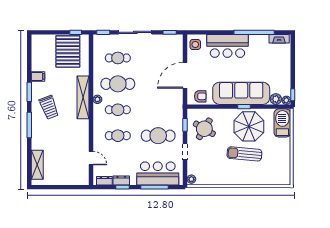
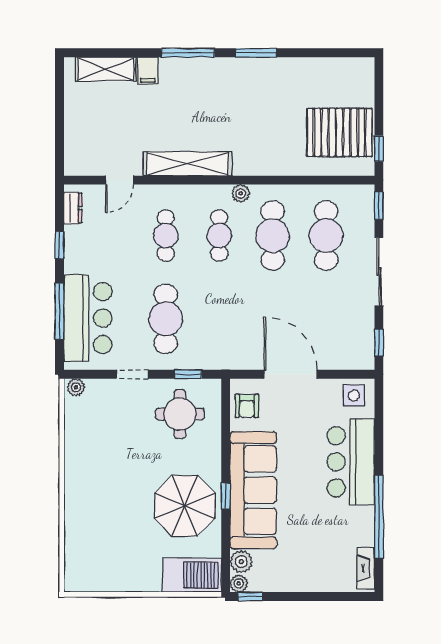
cafe table: (118, 58) -> (326, 236), width x1.37, depth x1.35
filing cabinet: (38, 76) -> (148, 71), moved
shelving: (83, 97) -> (188, 164), moved
trolley: (49, 107) -> (224, 93), removed
round table: (204, 129) -> (180, 414), turned -31
sun lounger: (244, 154) -> (128, 497), removed
dresser: (121, 180) -> (73, 243), removed

